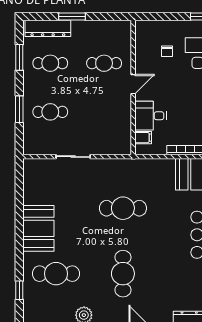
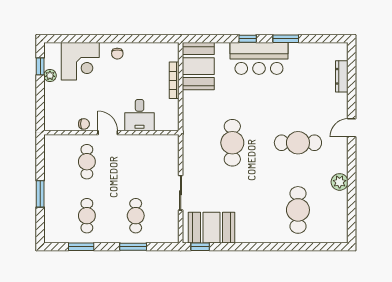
plant: (190, 26) -> (50, 75), added
dresser: (48, 28) -> (52, 218), removed
chair: (167, 51) -> (84, 124), moved
filing cabinet: (143, 138) -> (161, 123), removed
booth: (38, 228) -> (212, 228), moved
window: (19, 290) -> (200, 247), moved

